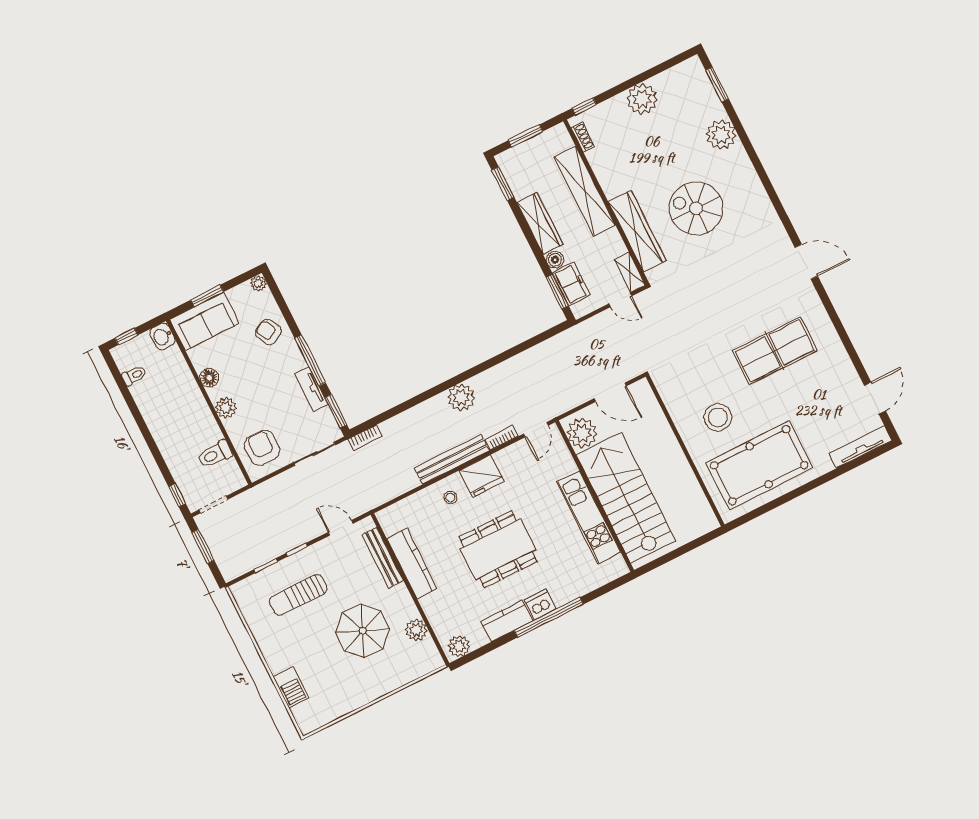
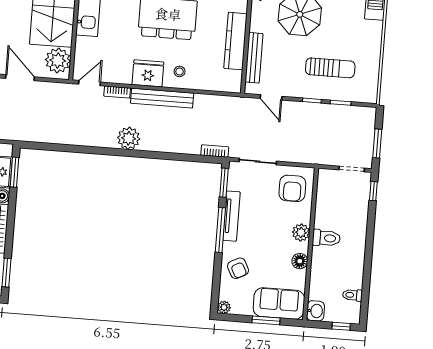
tv unit: (311, 389) -> (231, 216), width x1.41
toilet: (215, 454) -> (326, 238), moved

